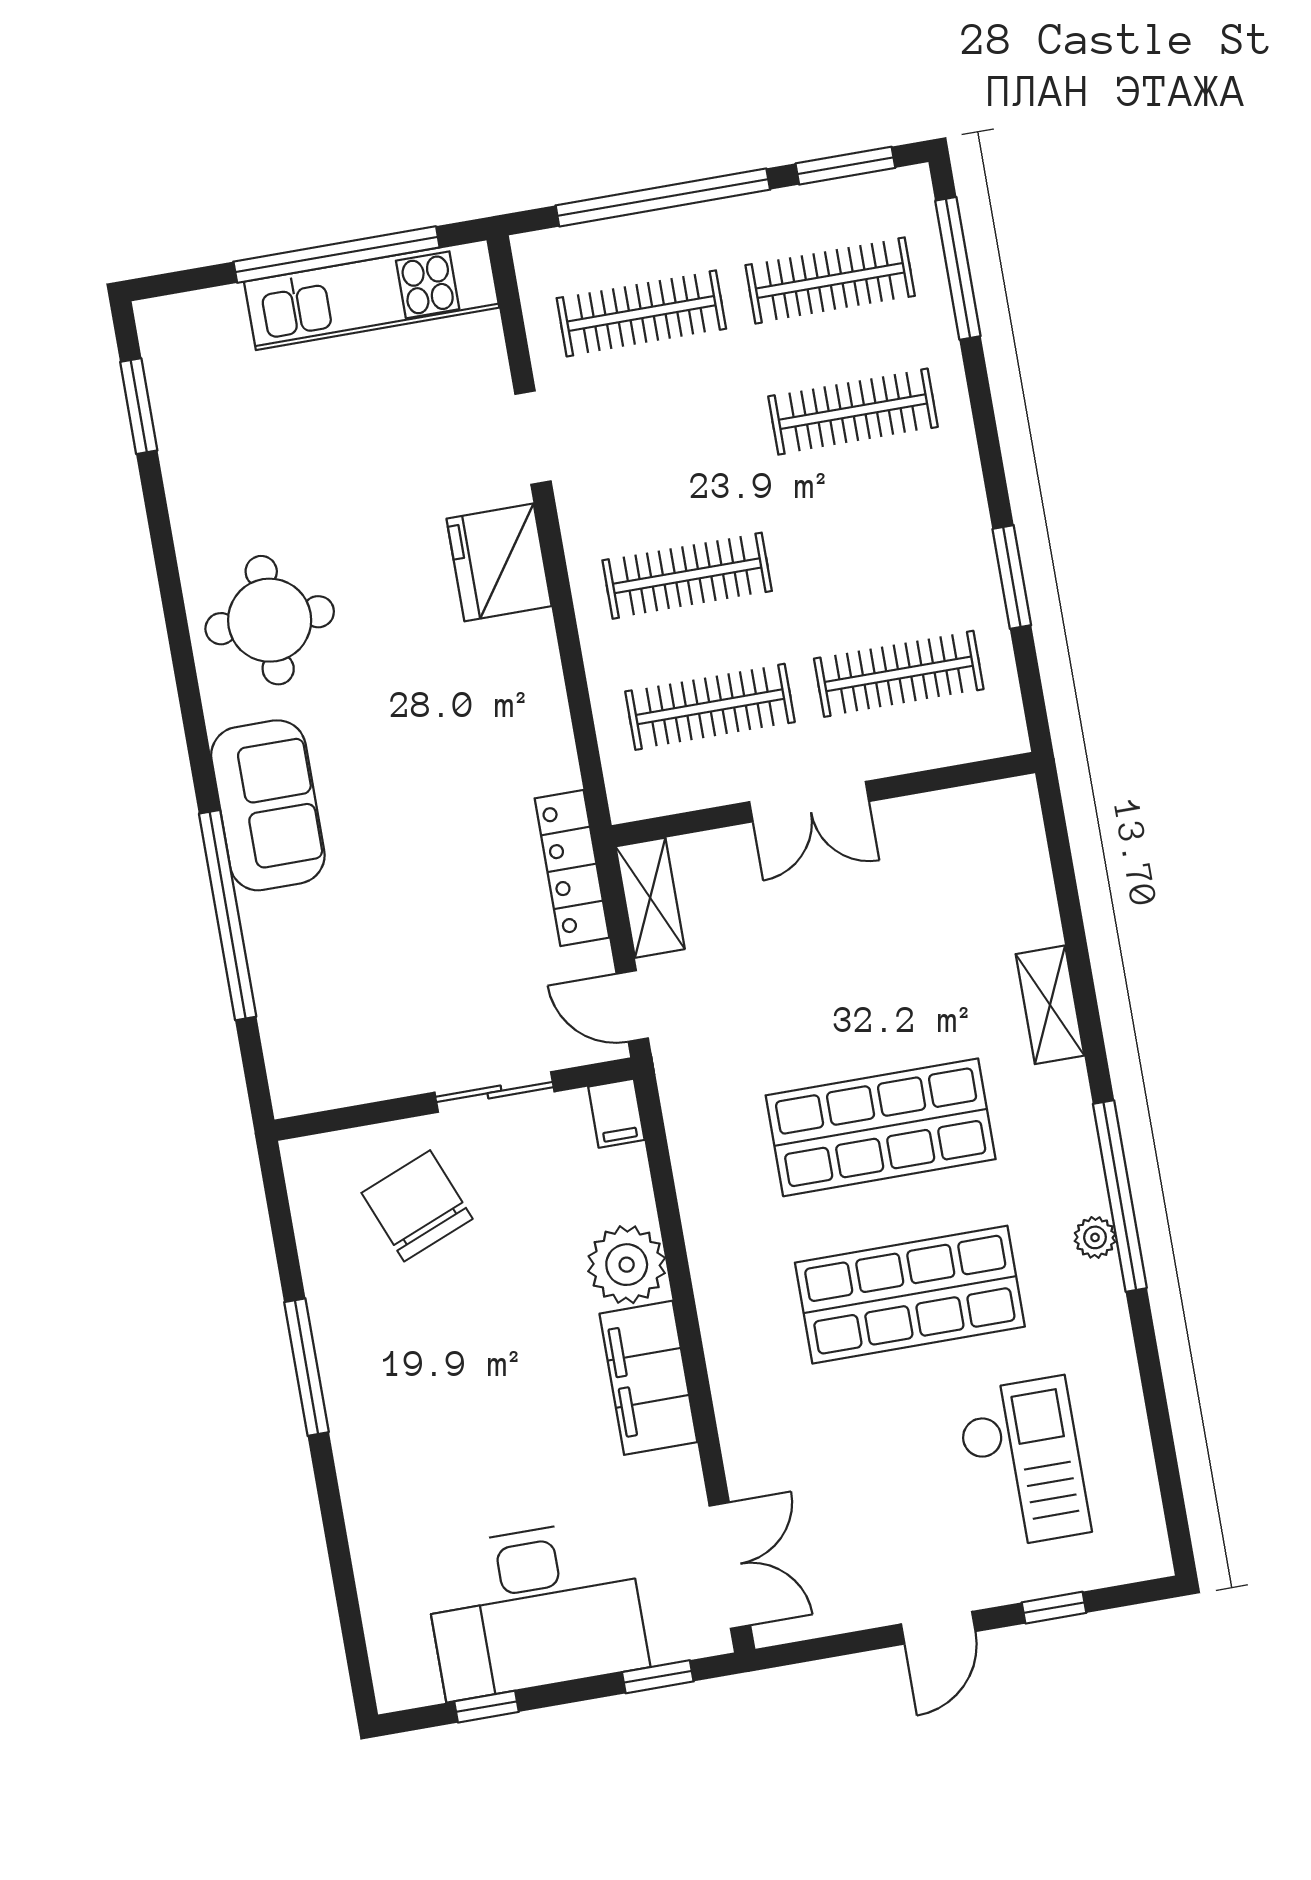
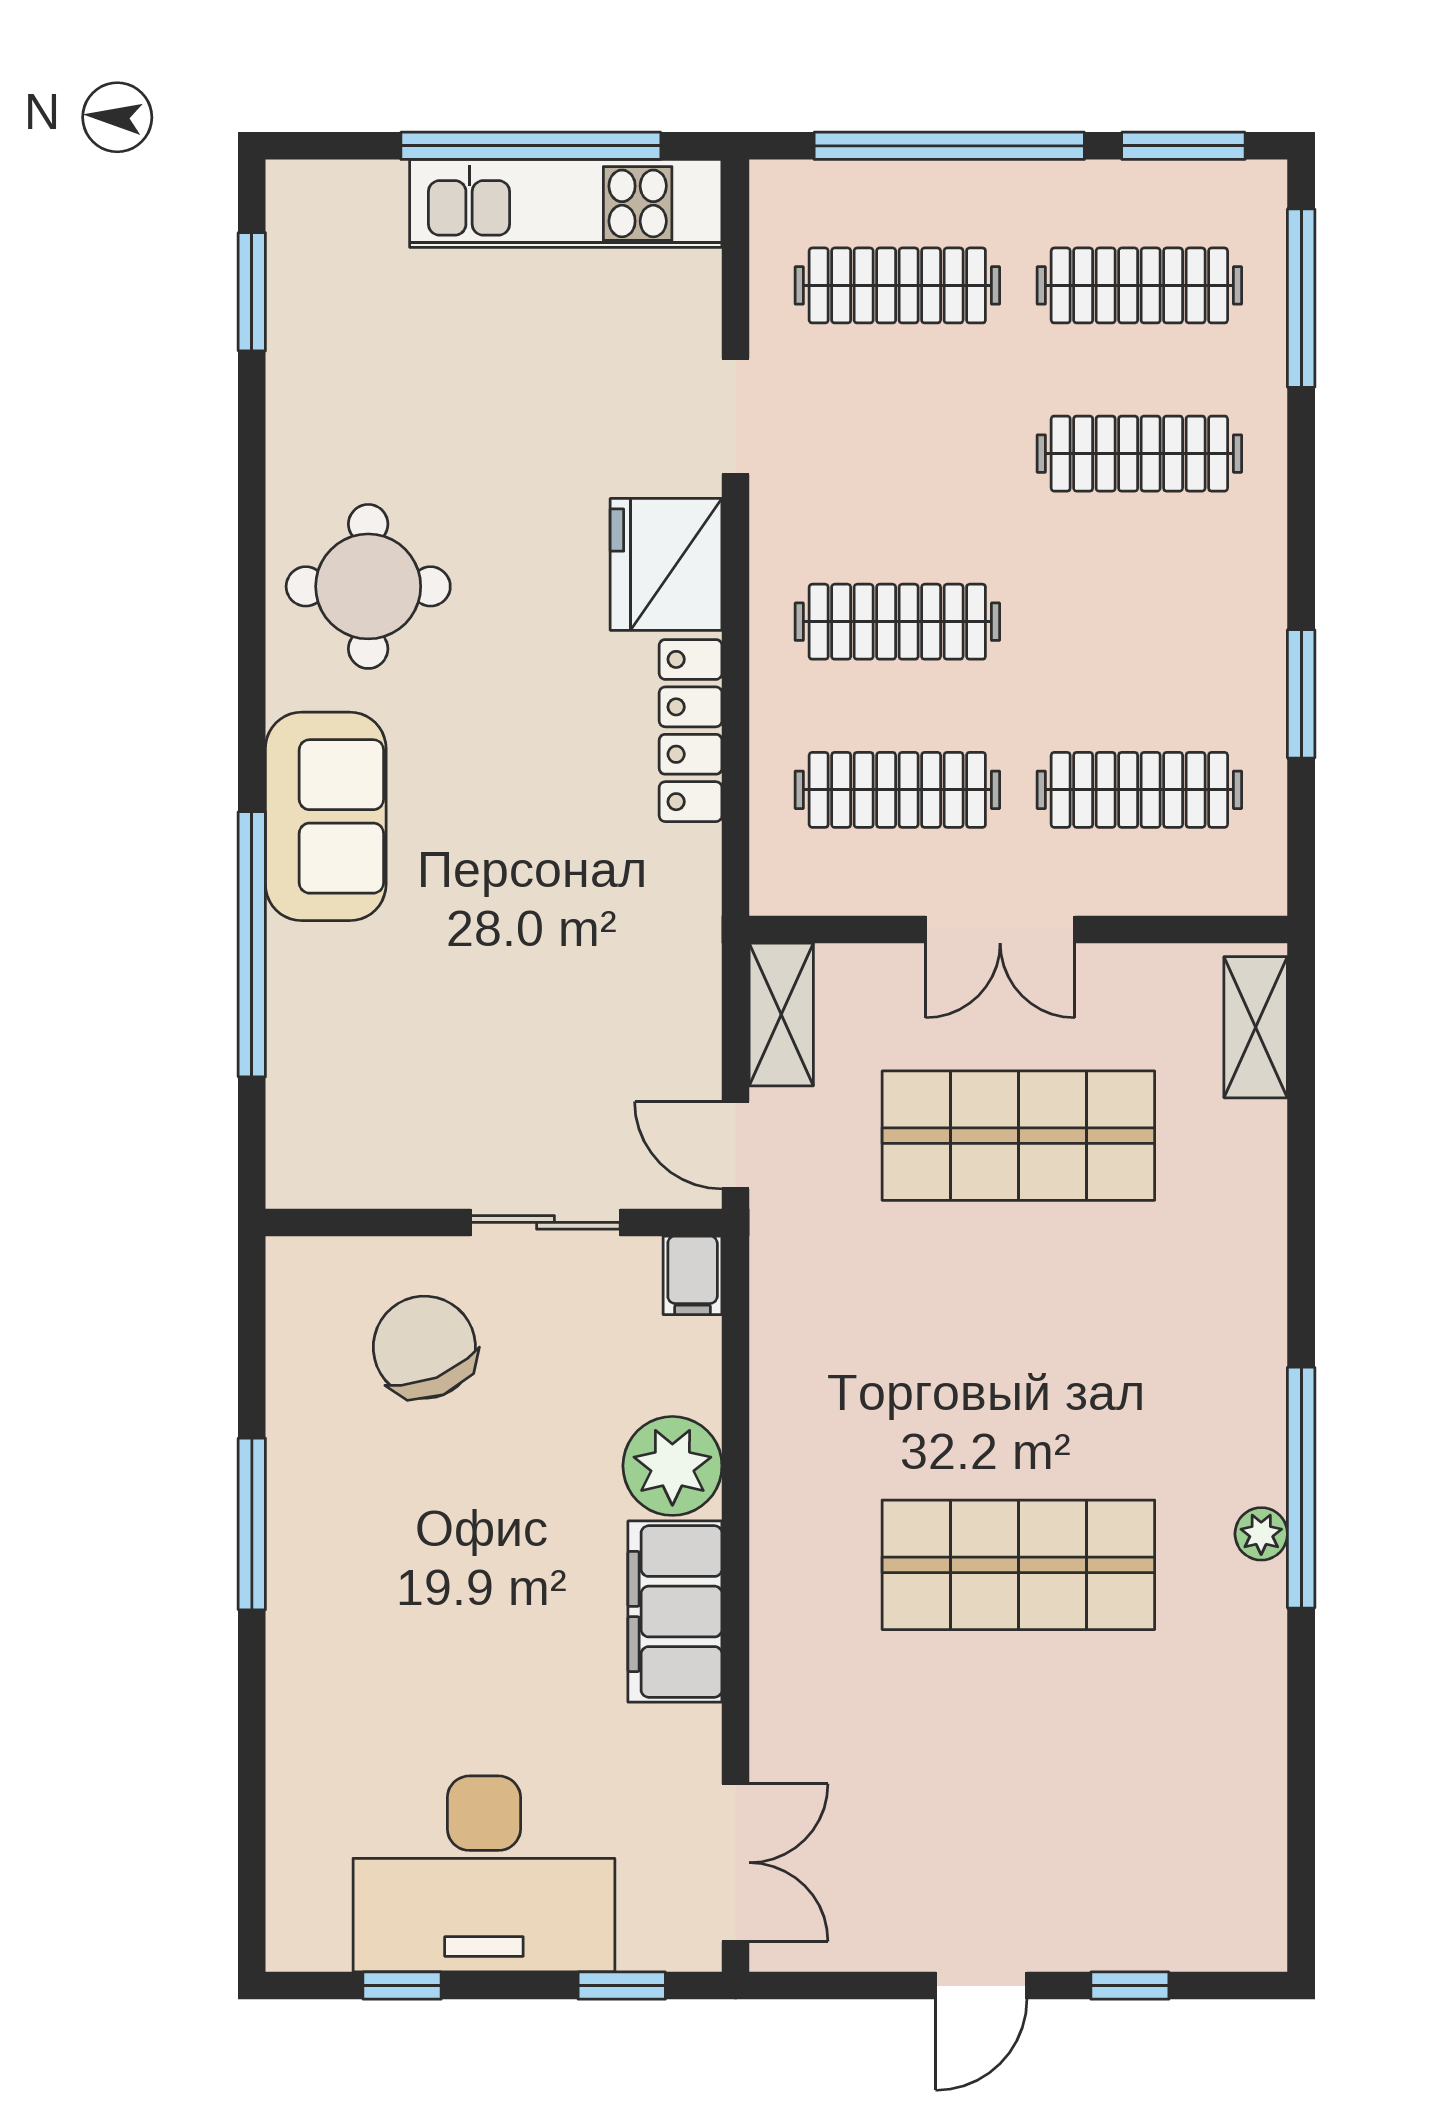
locker: (572, 868) -> (691, 731), moved
shelving: (1050, 1005) -> (1256, 1027), moved
shop shelf: (881, 1127) -> (1018, 1136), moved
checkout: (1023, 1463) -> (1123, 1799), removed

